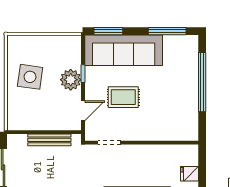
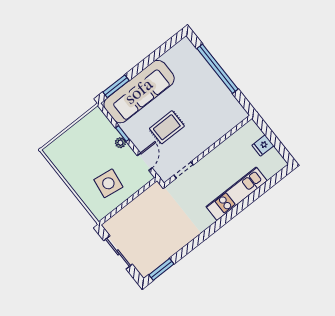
window: (167, 31) -> (160, 51), removed
side table: (30, 77) -> (108, 183), moved
plant: (71, 80) -> (120, 143), width x0.53, depth x0.53
bench: (49, 140) -> (137, 204), removed

